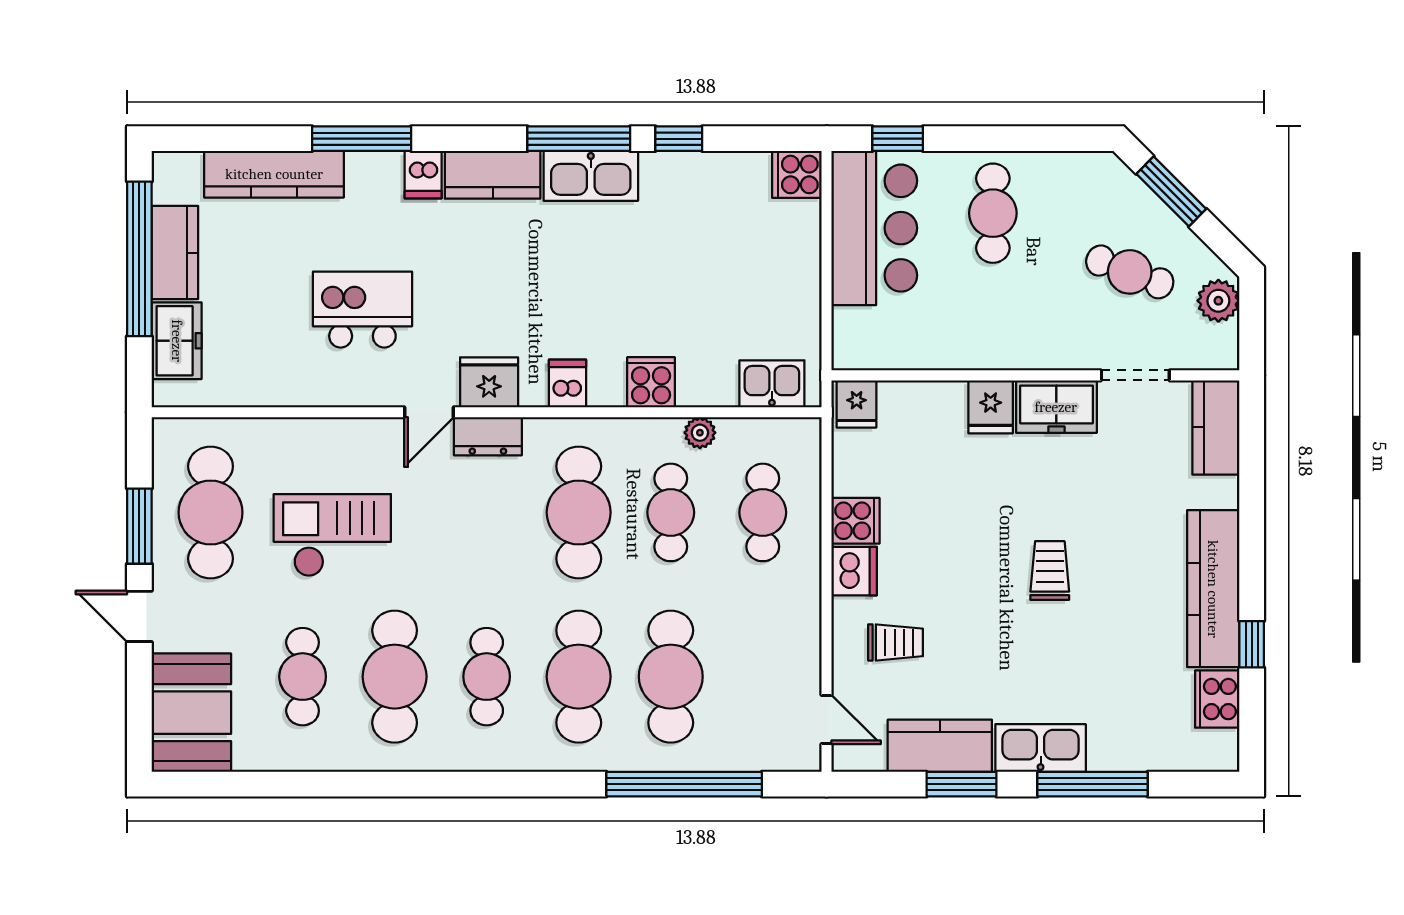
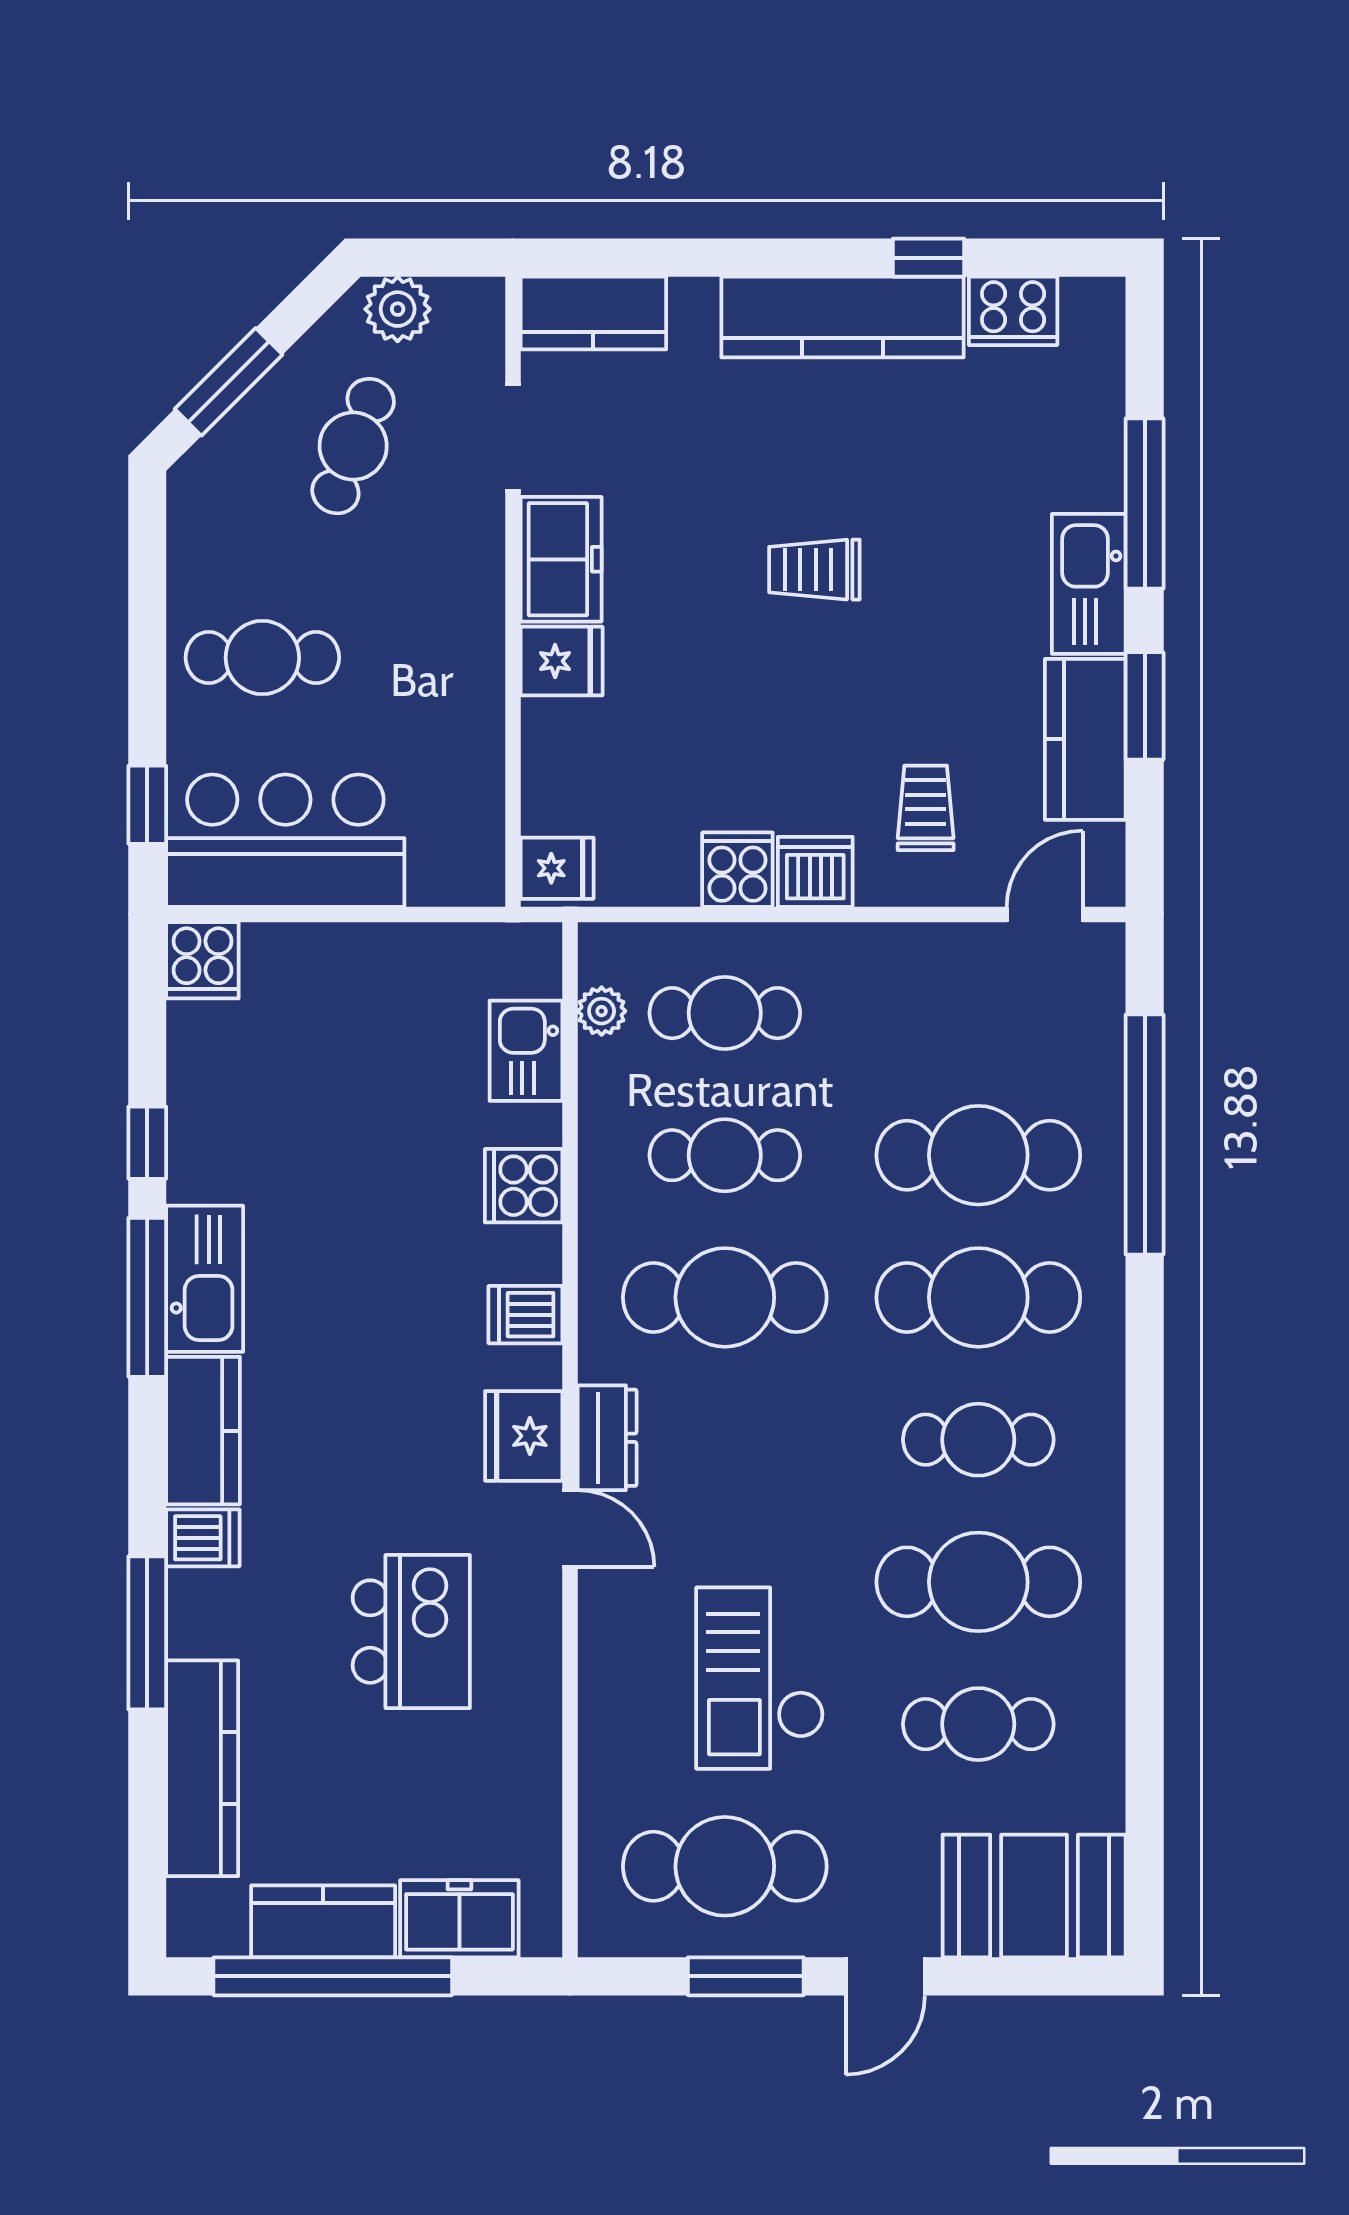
kitchen island: (362, 310) -> (411, 1632), turned 180
kitchen sink: (772, 384) -> (526, 1051), moved
plant: (700, 433) -> (602, 1011), moved

